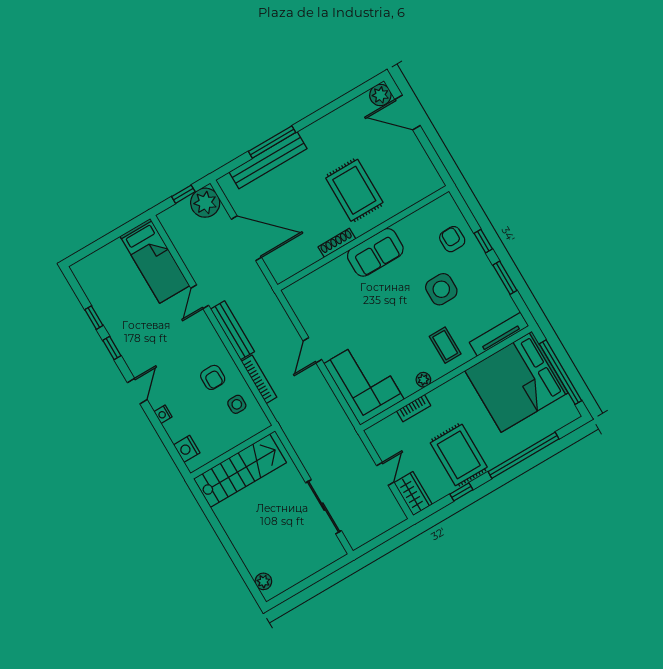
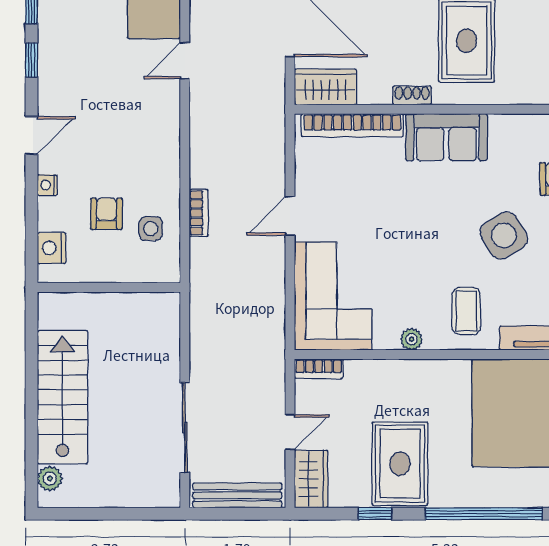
shoe rack: (337, 243) -> (412, 96), width x0.70
wardrobe: (289, 264) -> (325, 87), added
bookcase: (317, 277) -> (352, 125), added
side table: (441, 289) -> (504, 235), turned -32
bench: (233, 330) -> (237, 495), moved, turned 90
armchair: (213, 377) -> (106, 214), moved, turned 180
bookcase: (259, 379) -> (199, 213), width x0.64
bookcase: (414, 408) -> (319, 369), moved
stairs: (240, 471) -> (63, 397), moved, turned -90

